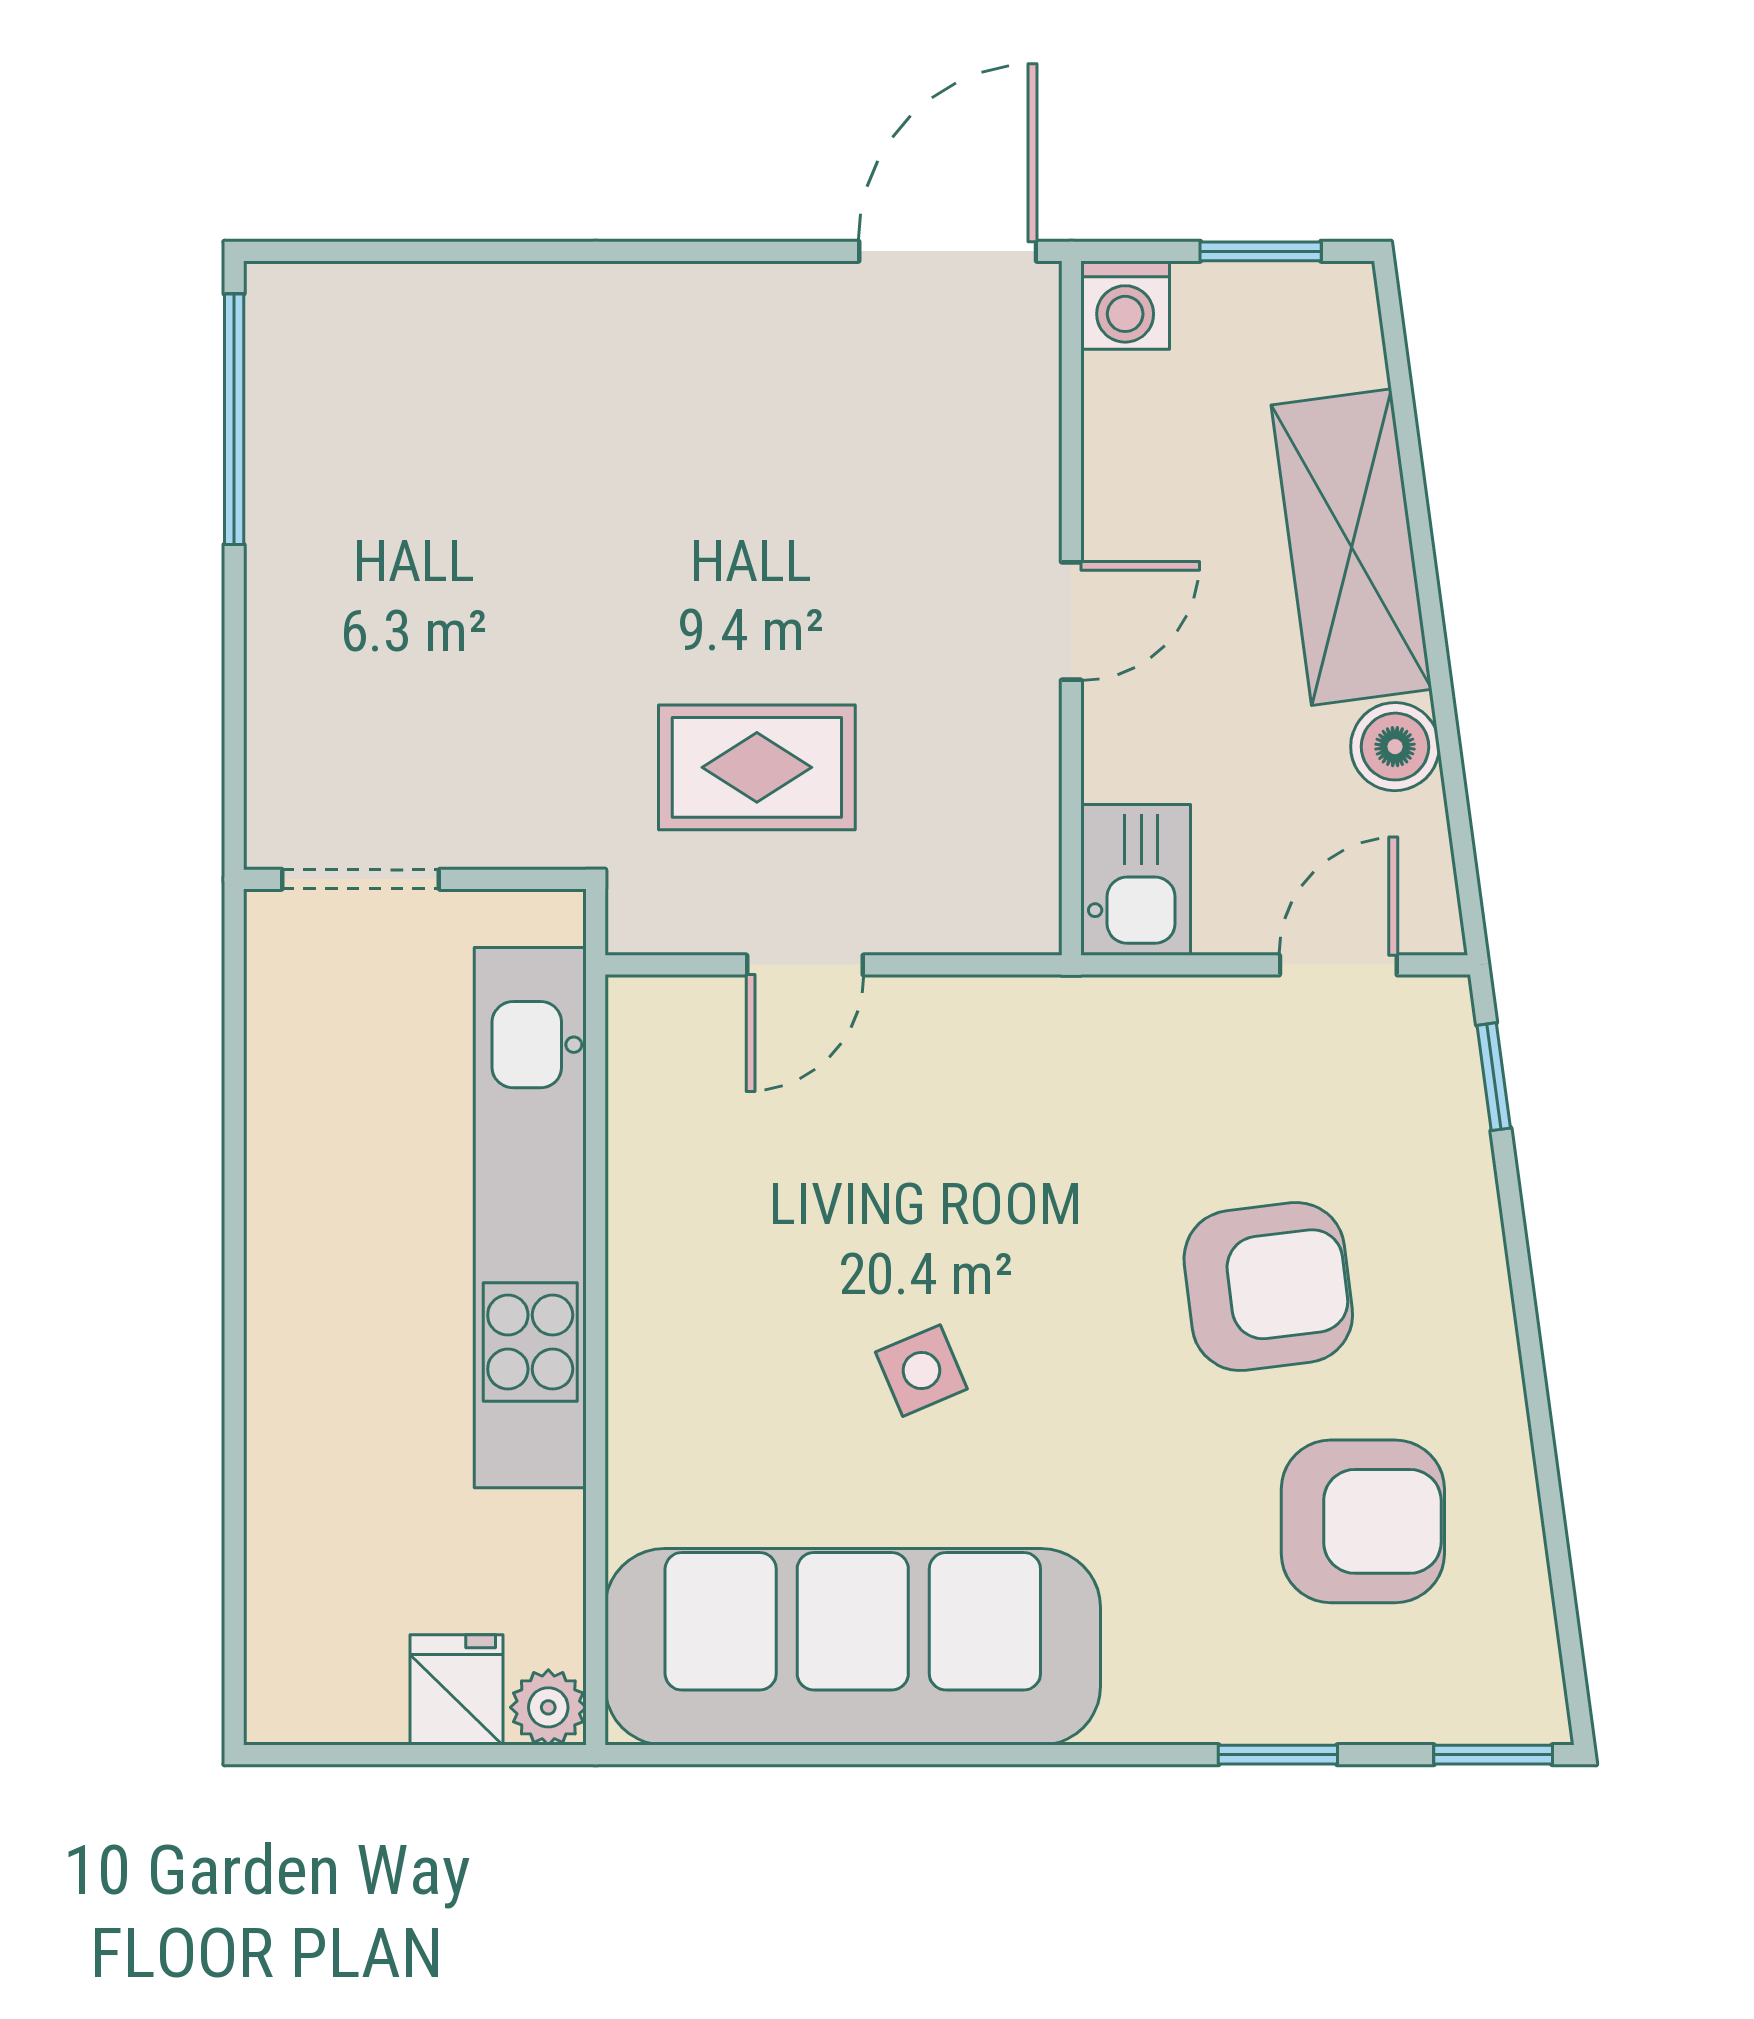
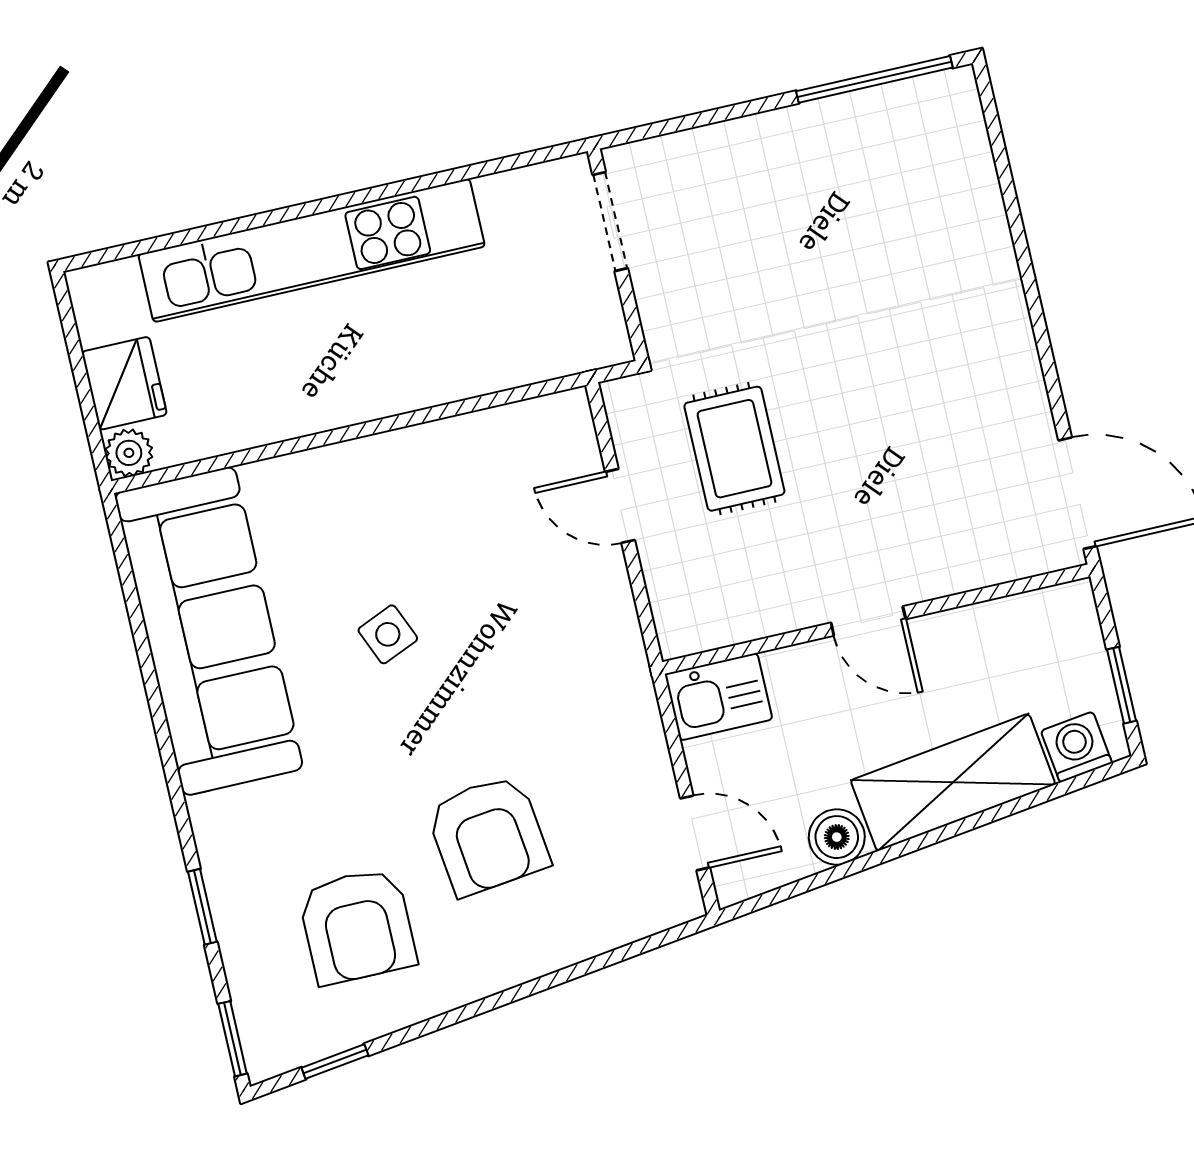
washing machine: (1125, 305) -> (1076, 747), moved, turned 82
window: (1494, 1077) -> (335, 1062), moved
kitchen unit: (530, 1218) -> (312, 250), moved, turned 180
fridge: (457, 1690) -> (124, 383), width x1.38

